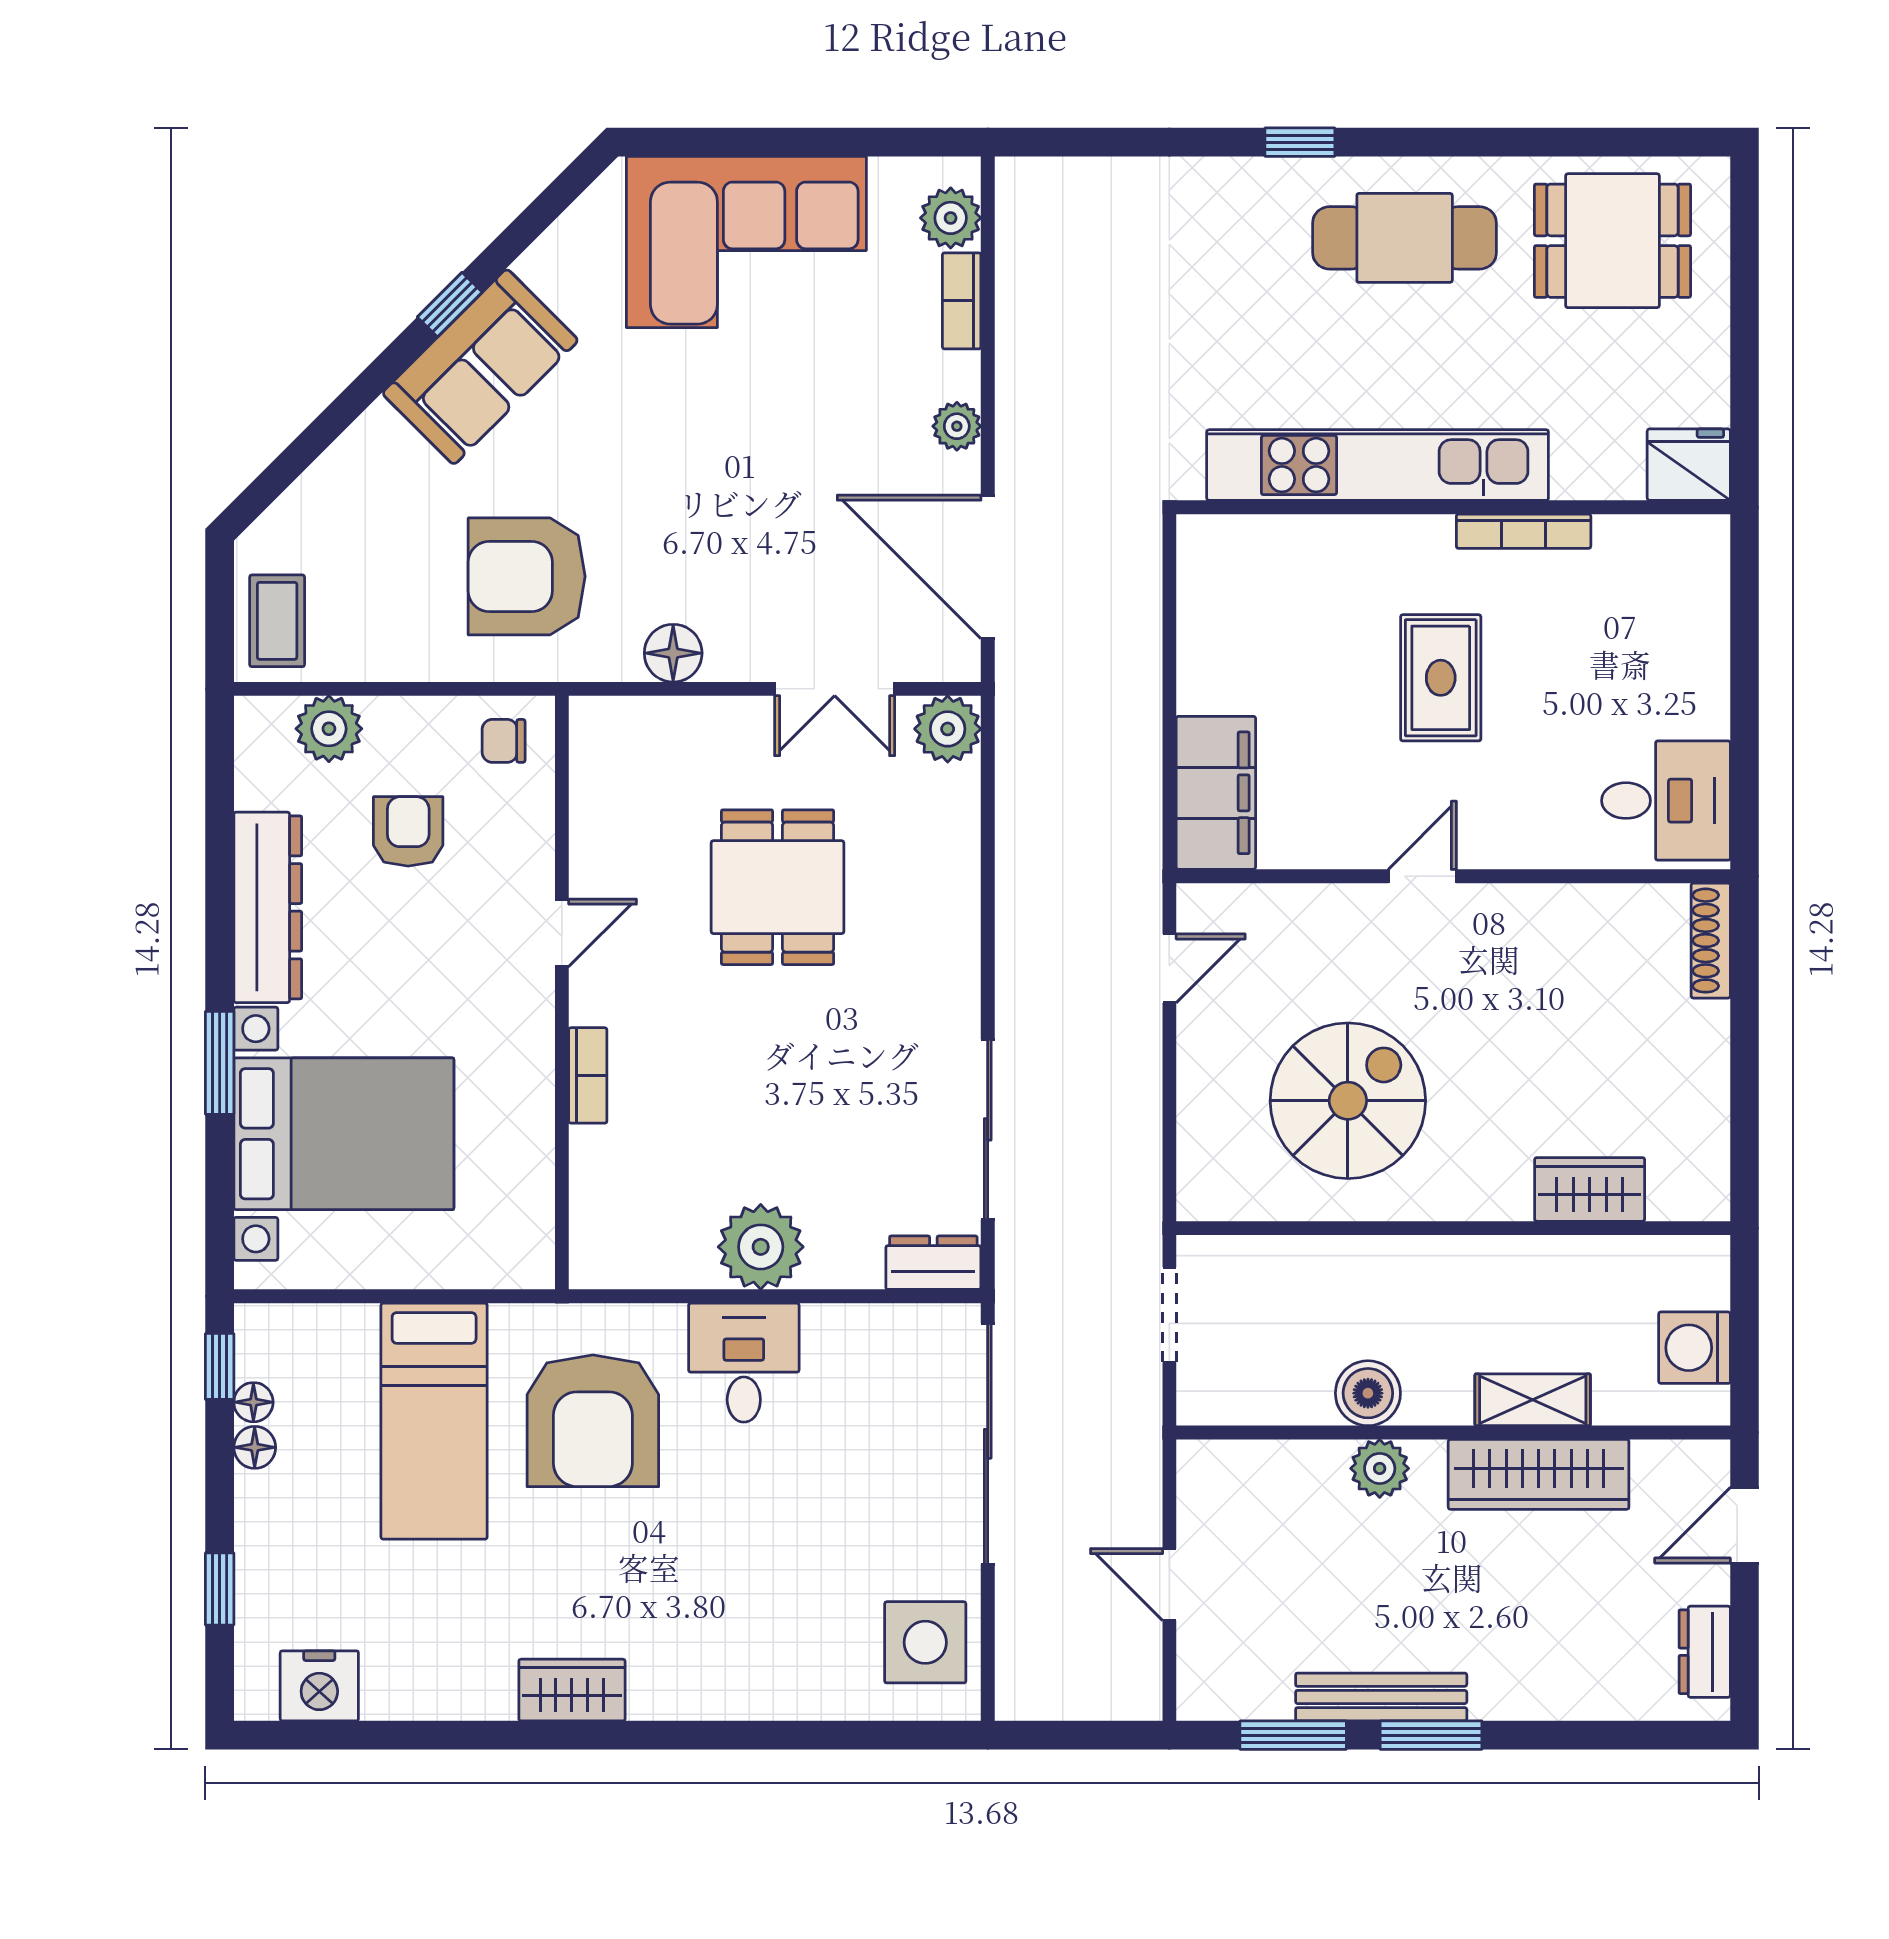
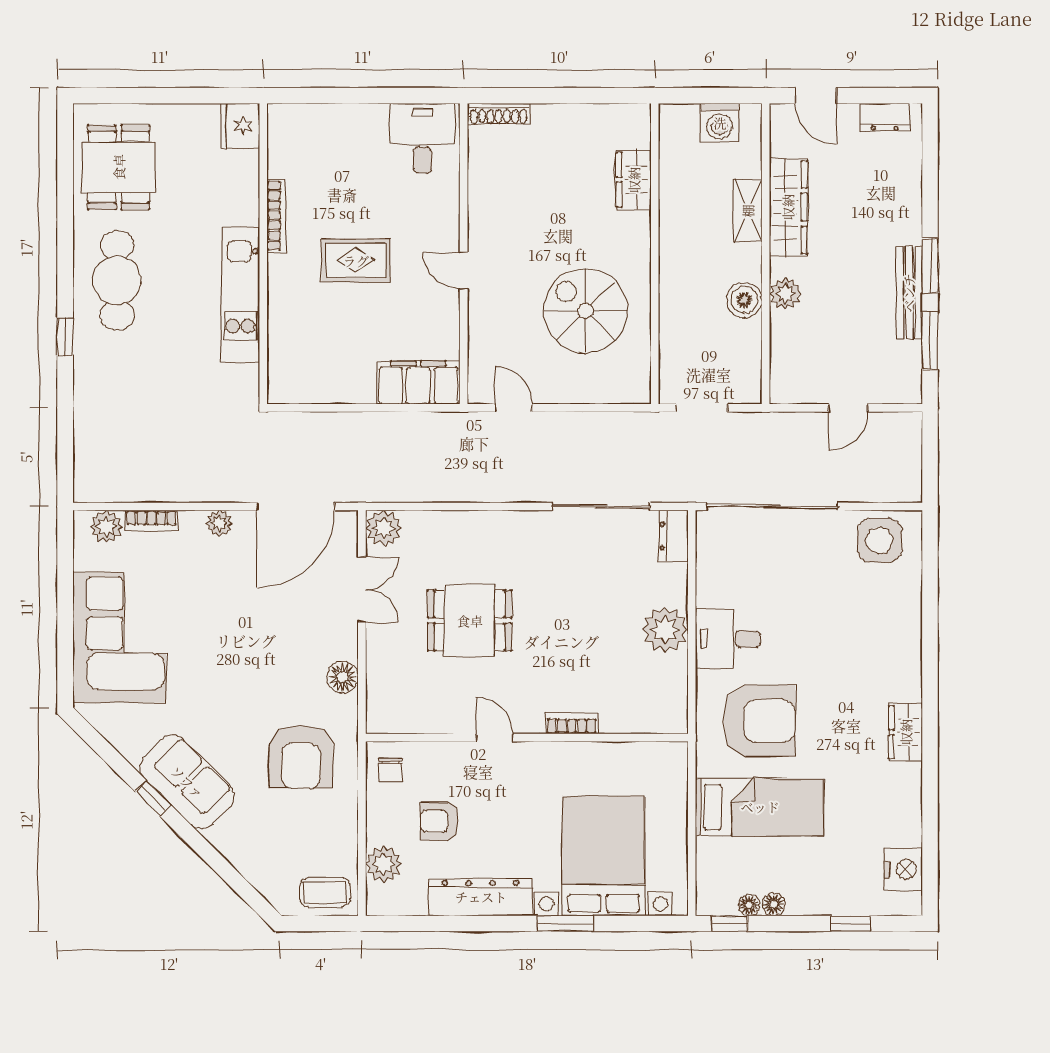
kitchen unit: (1378, 465) -> (240, 295), width x0.73

